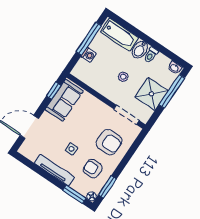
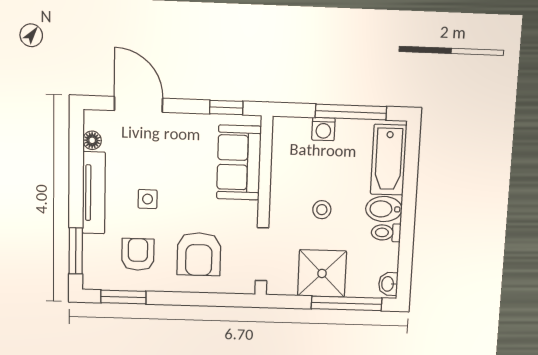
sofa: (64, 100) -> (239, 163), moved, turned 90
floor lamp: (92, 196) -> (92, 140), moved

